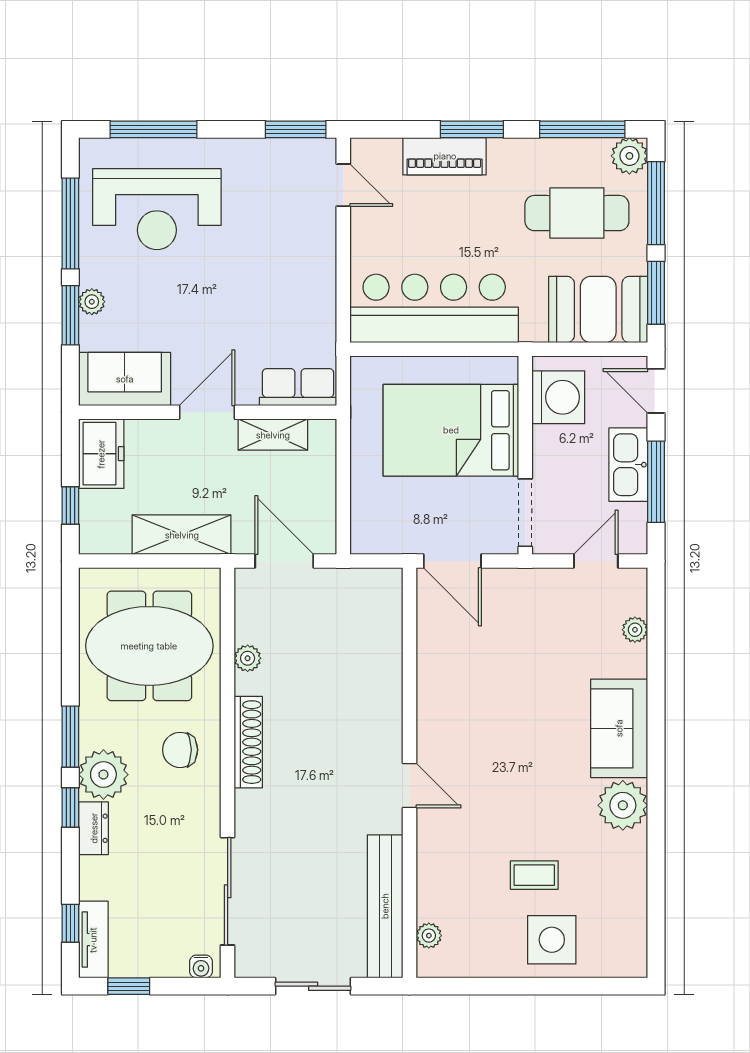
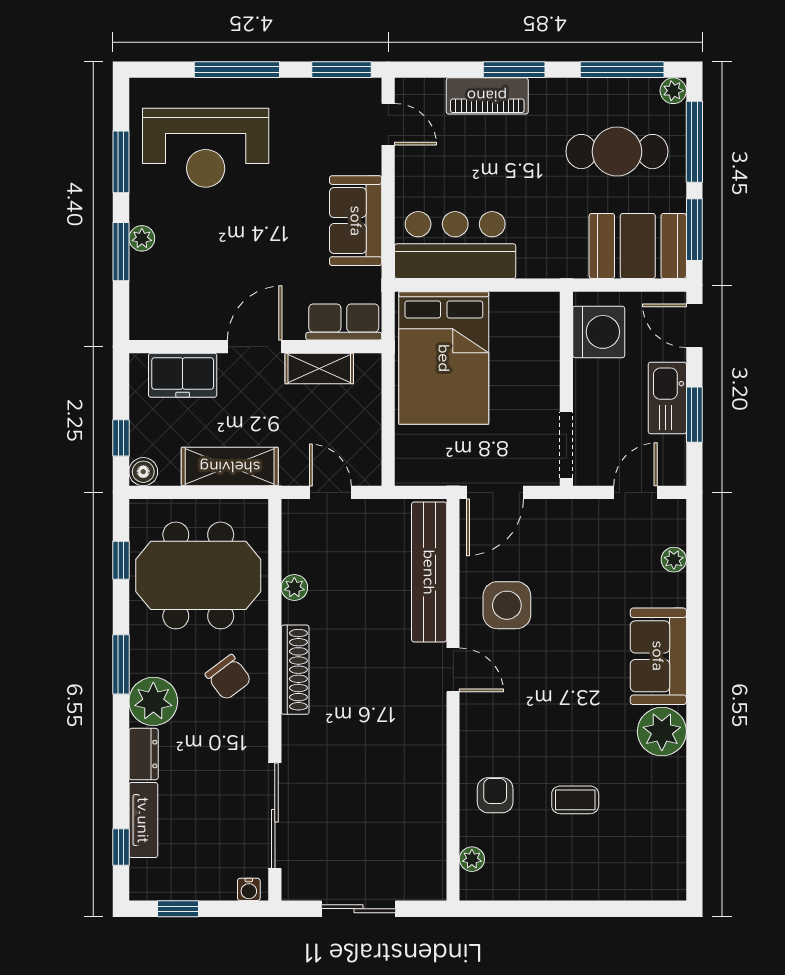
window: (153, 129) -> (237, 70), moved
plant: (629, 156) -> (673, 91), width x0.73, depth x0.73
window: (70, 224) -> (121, 162), width x0.69
bar counter: (434, 308) -> (455, 245), width x0.73
sofa: (125, 379) -> (356, 221), moved, turned -90
bed: (451, 430) -> (444, 358), moved, turned -90
freezer: (101, 454) -> (183, 375), moved, turned 90
window: (656, 482) -> (694, 415), width x0.69
boiler: (93, 540) -> (143, 472), added
door: (284, 561) -> (330, 492), width x0.73
door: (452, 561) -> (495, 492), hinge flipped
chair: (180, 750) -> (228, 677), turned -127
door: (410, 786) -> (453, 670), moved
window: (70, 807) -> (121, 560), moved
armchair: (453, 870) -> (495, 795), added
bench: (385, 906) -> (429, 572), moved
tv unit: (93, 940) -> (143, 820), moved
side table: (552, 940) -> (507, 605), moved

